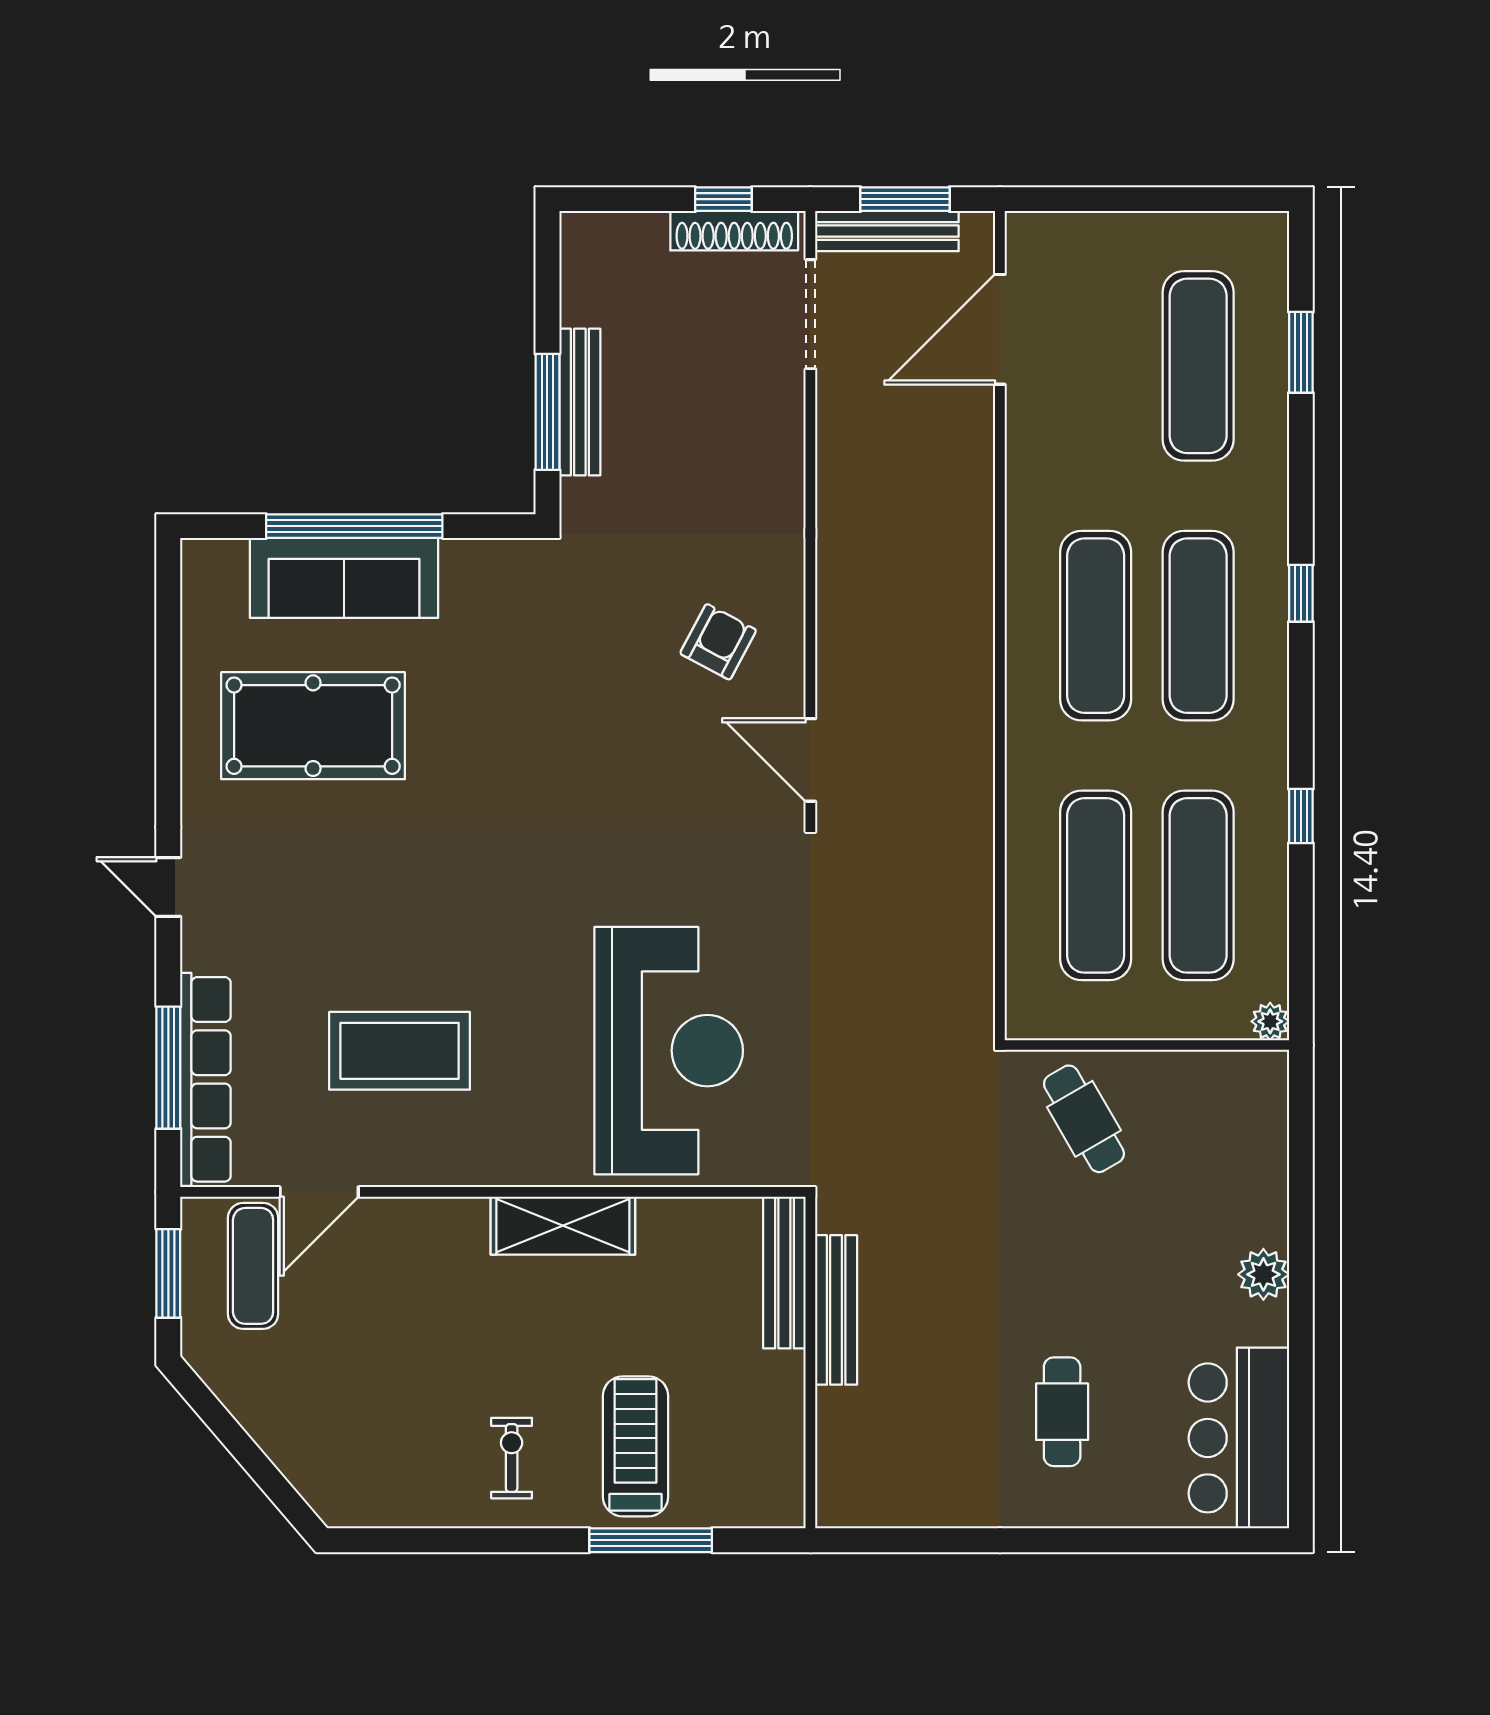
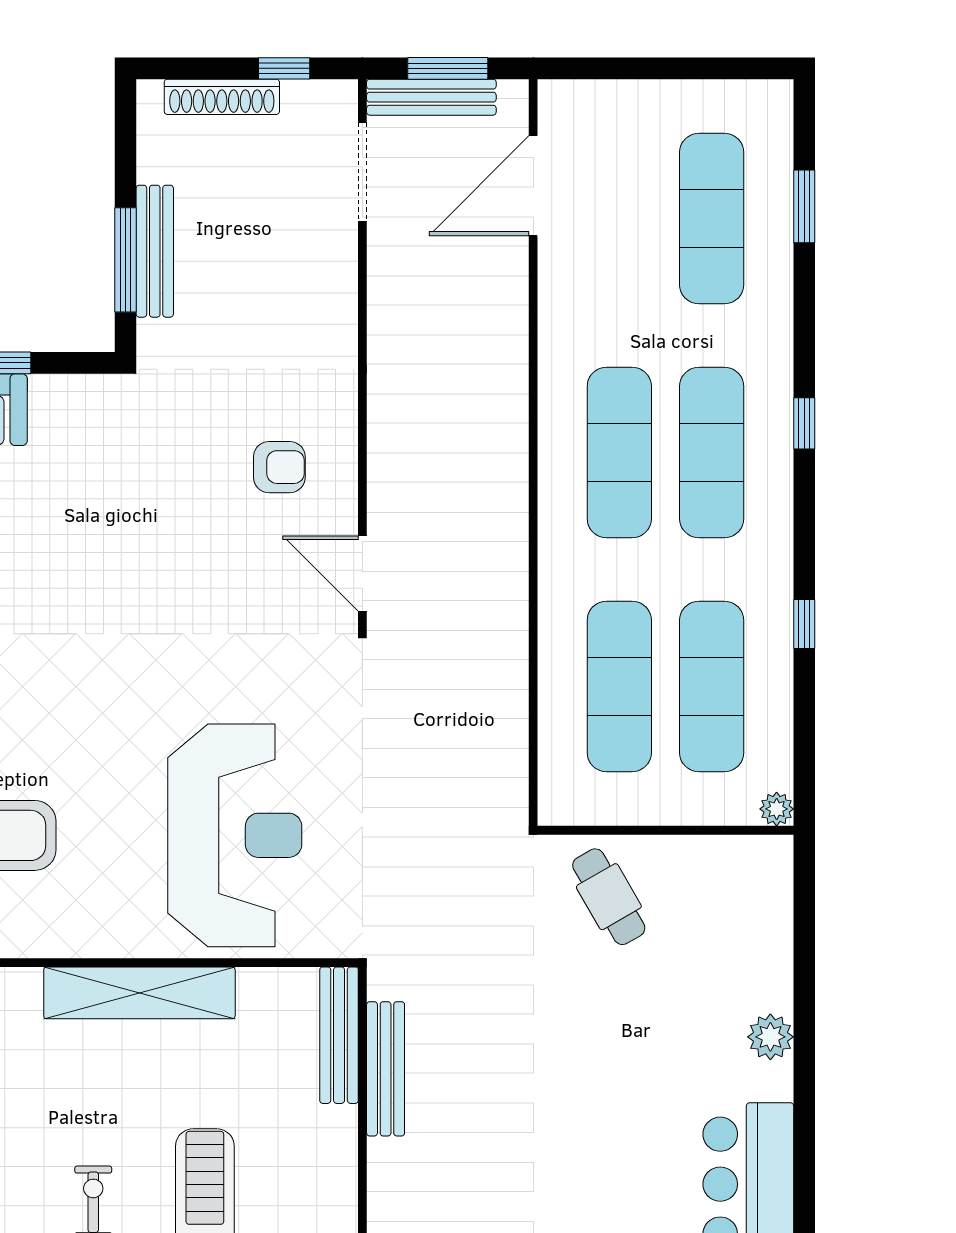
shoe rack: (734, 231) -> (222, 97), moved
armchair: (718, 642) -> (279, 467), turned 62
shelving: (563, 1226) -> (139, 993), width x1.47
cafe table: (1062, 1412) -> (589, 1161), removed

